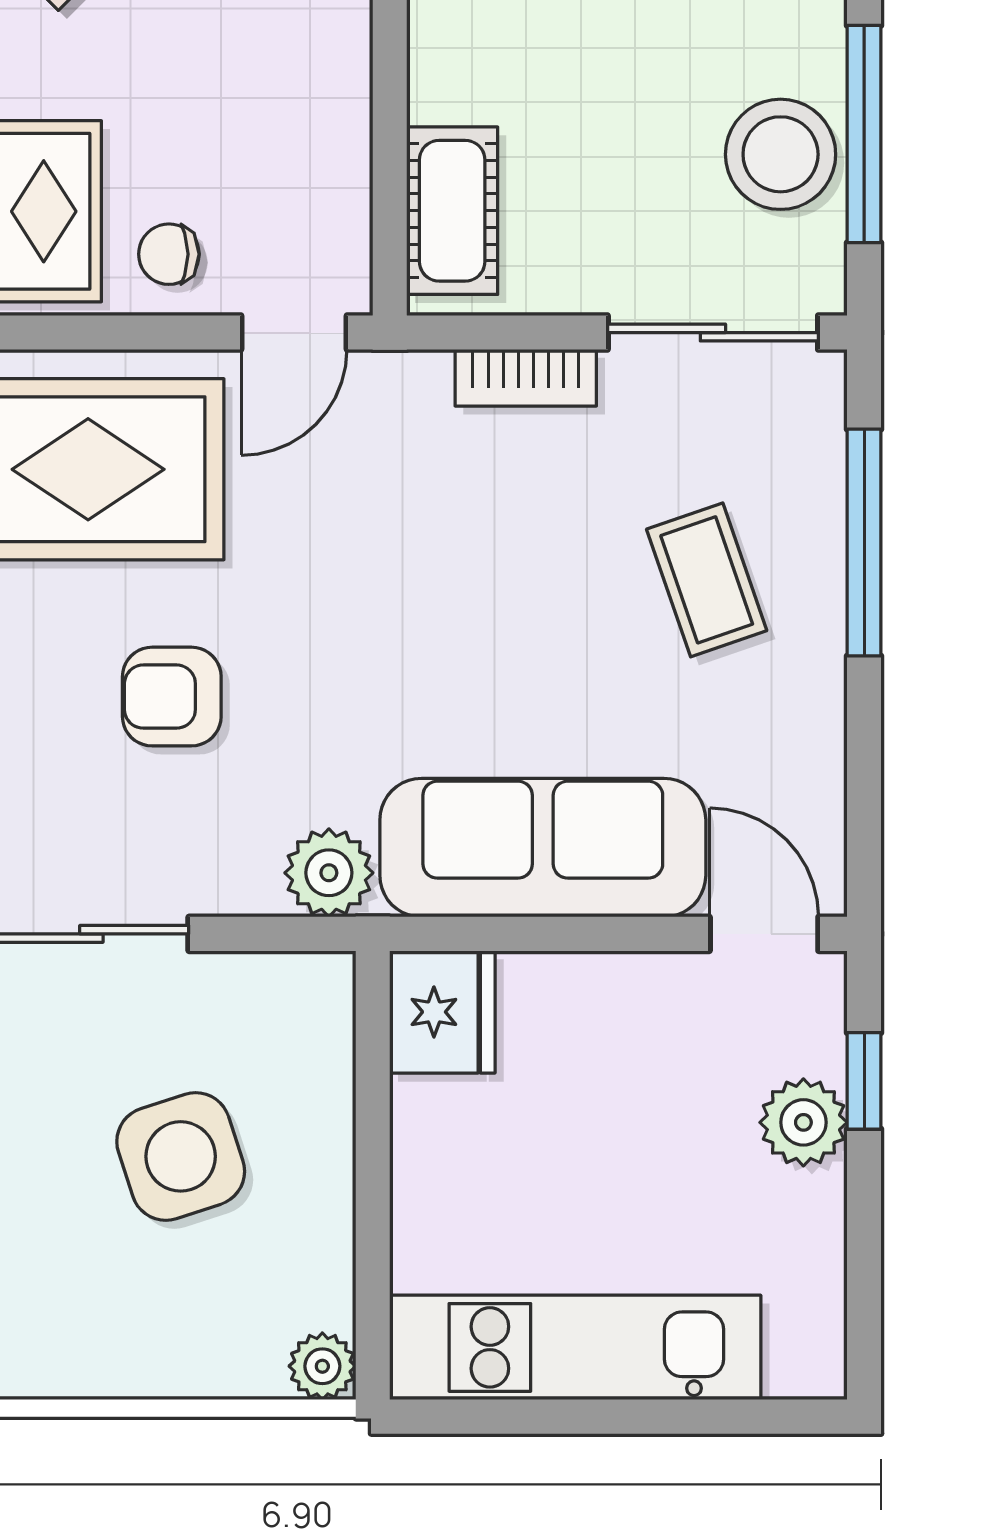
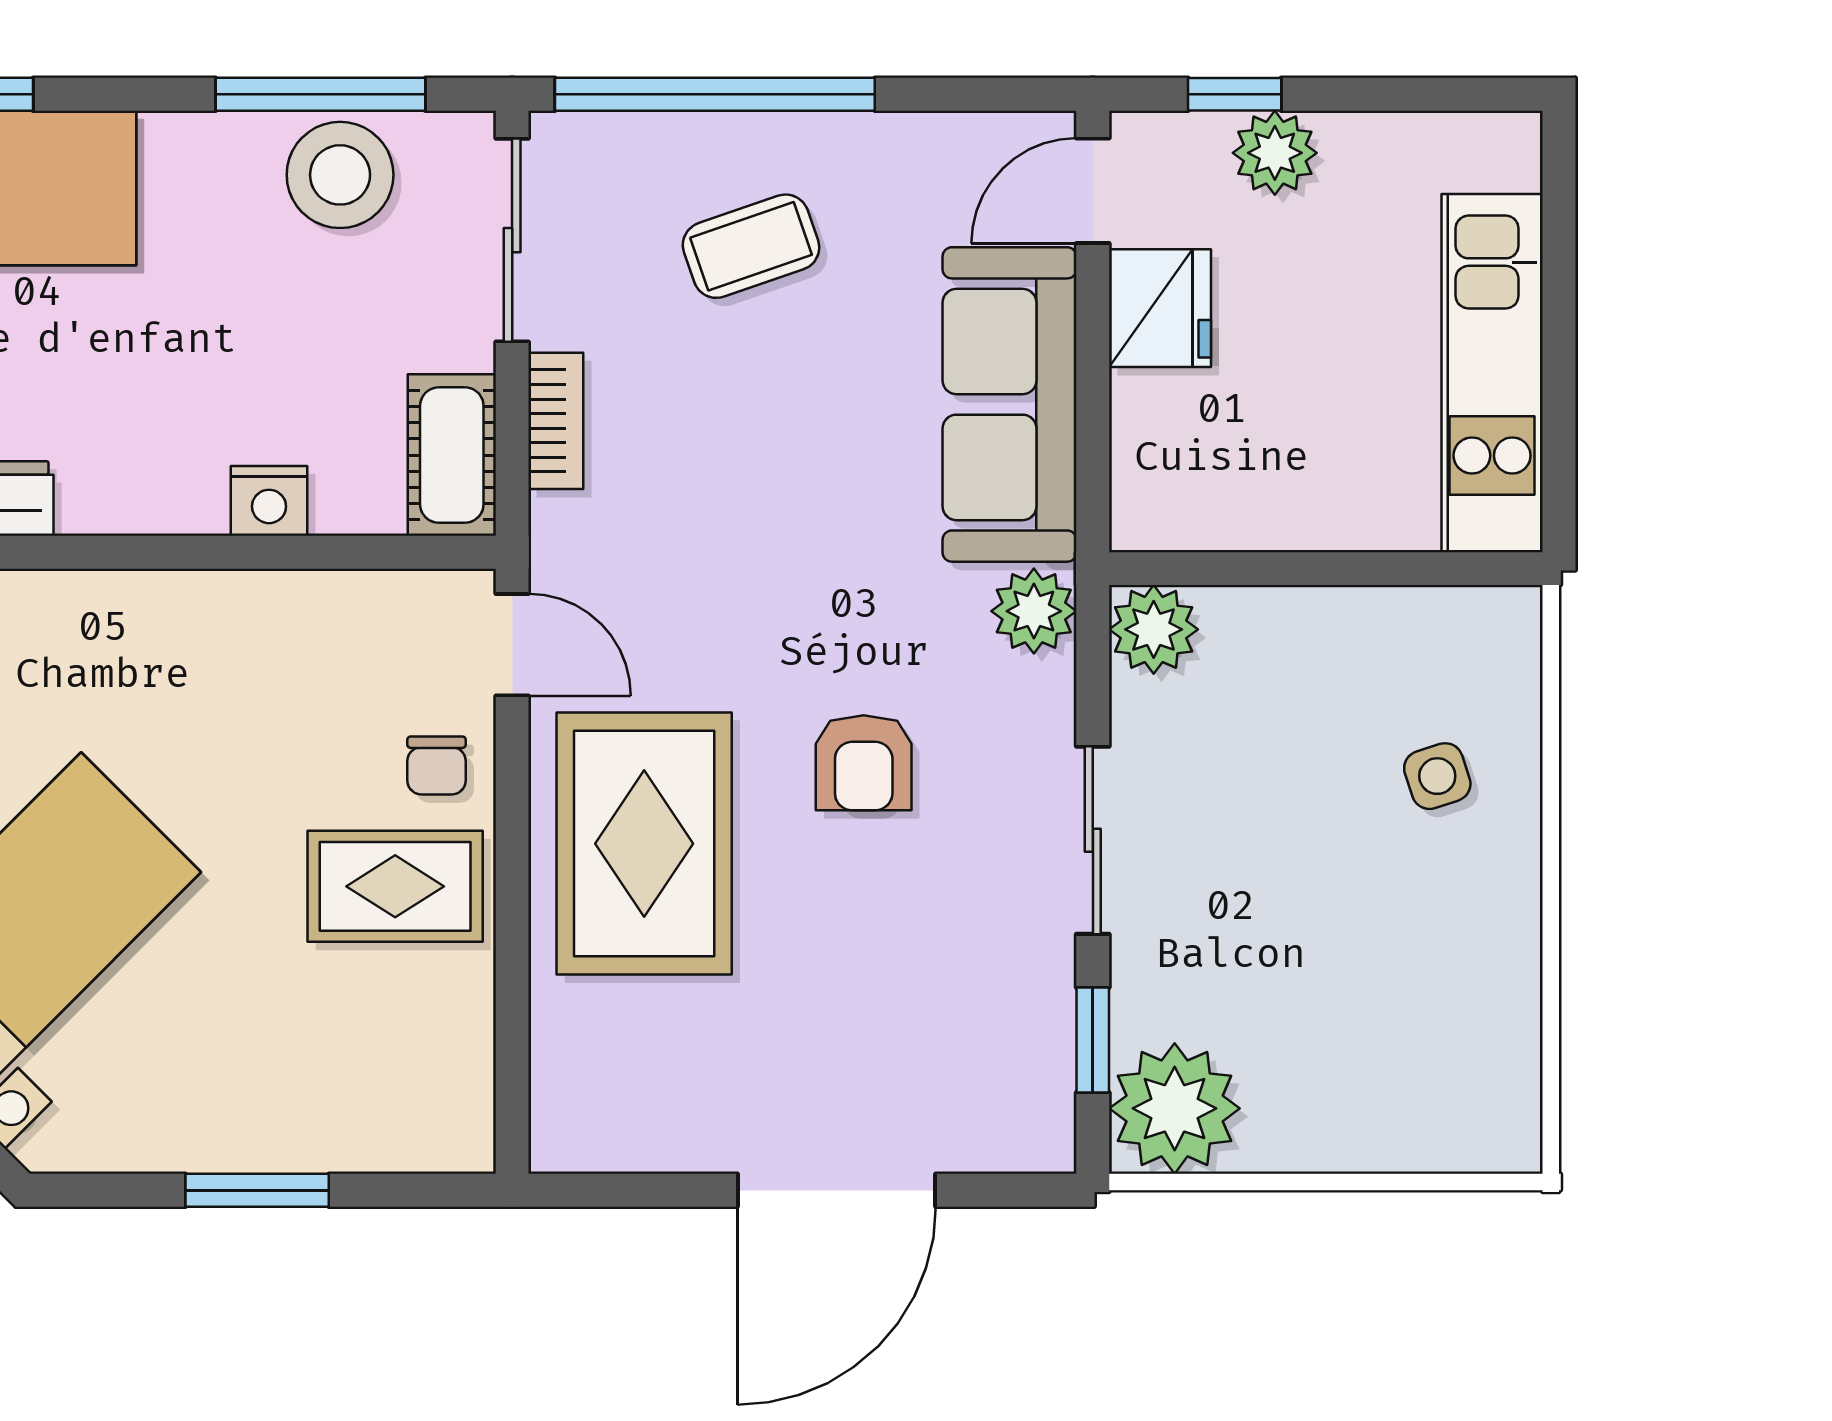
nightstand: (443, 81) -> (269, 501), added
cot: (452, 211) -> (452, 455), moved, turned 90
window: (864, 543) -> (715, 94), width x1.46
fridge: (442, 1012) -> (1160, 308), moved, turned 90
side table: (181, 1156) -> (1437, 776), moved, width x0.54, depth x0.54
plant: (322, 1366) -> (1154, 629), moved, width x1.38, depth x1.38

